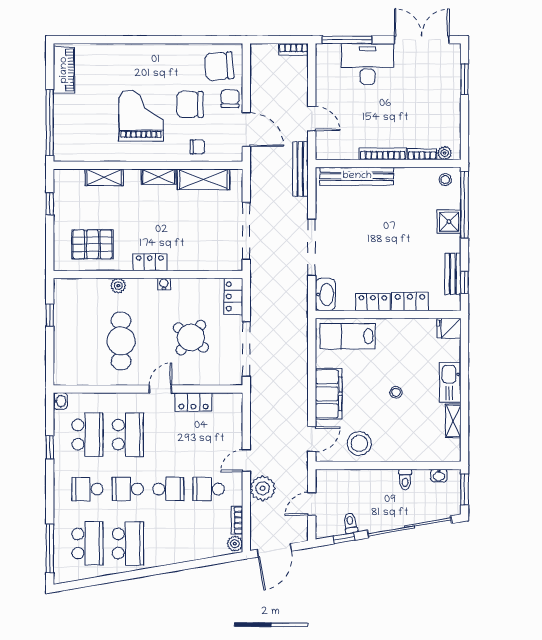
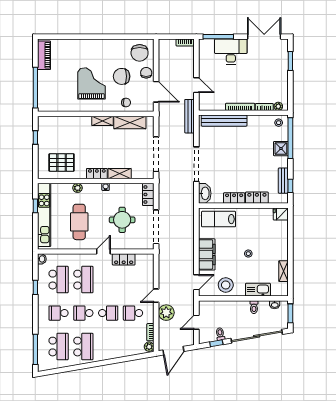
chair: (219, 66) -> (140, 53), turned -86
shelving: (104, 177) -> (120, 174), moved
kitchen unit: (64, 330) -> (44, 215), added
round table: (191, 338) -> (122, 220), turned -38
kitchen sink: (450, 382) -> (258, 290), moved, turned 90

